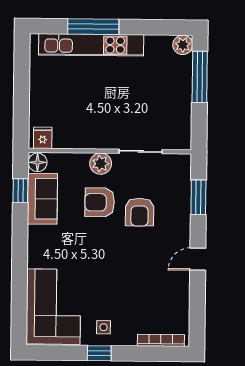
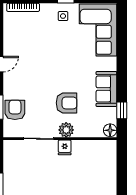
fridge: (43, 138) -> (65, 147), moved
sofa: (42, 199) -> (106, 89), moved
armchair: (139, 212) -> (15, 110), moved

